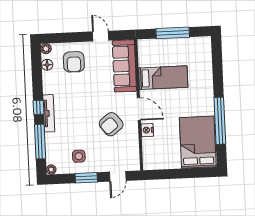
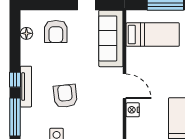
plant: (46, 49) -> (26, 16), removed
bed: (163, 78) -> (153, 35), moved
armchair: (111, 124) -> (65, 96), moved, turned 122

